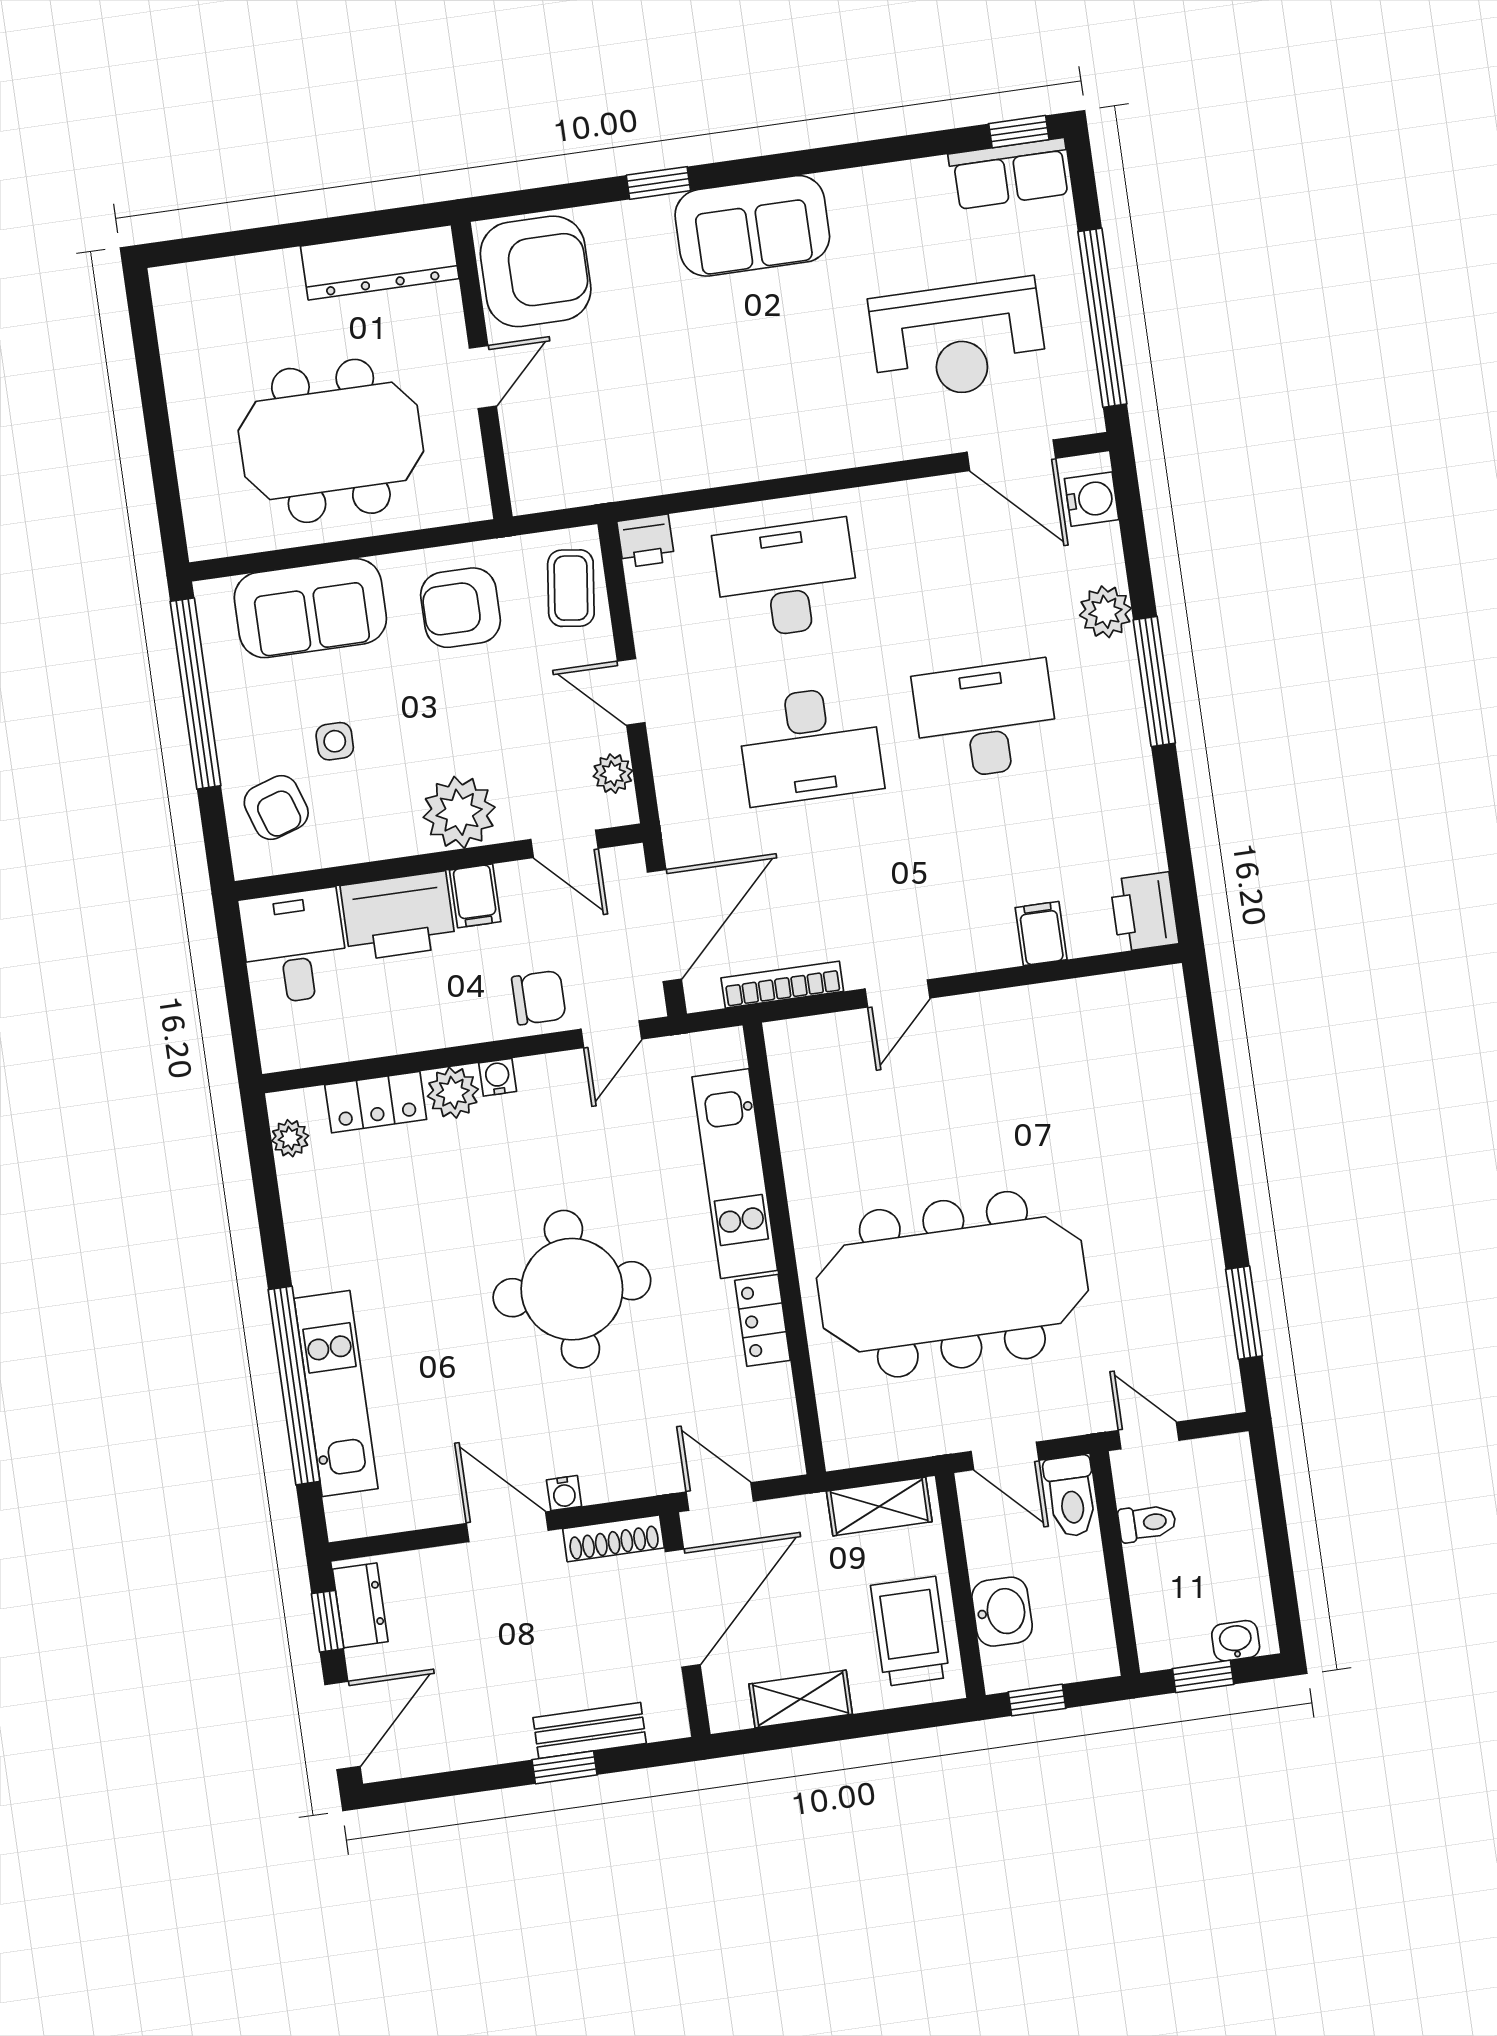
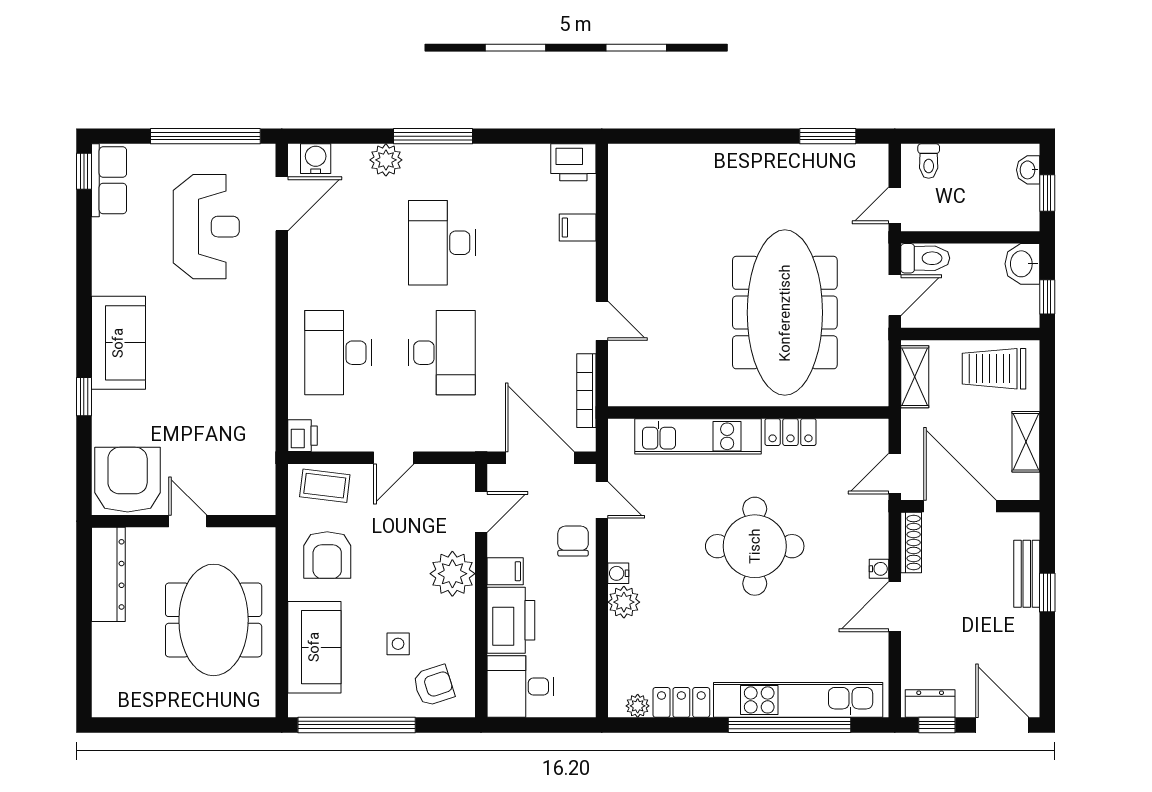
plant: (613, 774) -> (442, 476), removed
locker: (376, 1102) -> (681, 702), moved, turned -90
kitchen unit: (336, 1394) -> (798, 700), width x1.36
toilet: (1147, 1523) -> (929, 161), moved, turned 180
washbasin: (1002, 1612) -> (1022, 264), moved, turned -90

